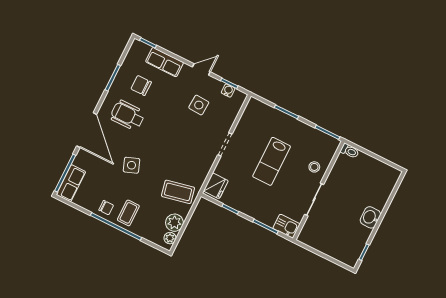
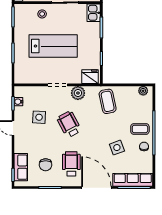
row of seats: (165, 62) -> (21, 167), moved
wheelchair: (128, 115) -> (71, 164), turned 180
door: (87, 130) -> (96, 188), hinge flipped
wheelchair: (174, 135) -> (69, 124), added
lab bench: (272, 161) -> (53, 46), width x1.36, depth x1.39
side table: (131, 165) -> (117, 148), moved
row of seats: (71, 183) -> (133, 180), width x1.48
plant: (174, 223) -> (78, 93), moved

